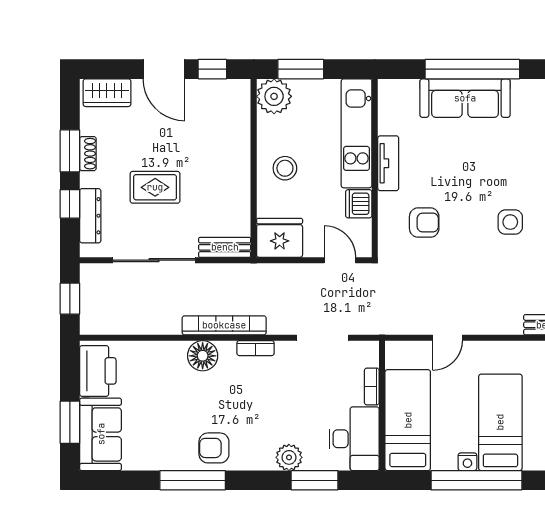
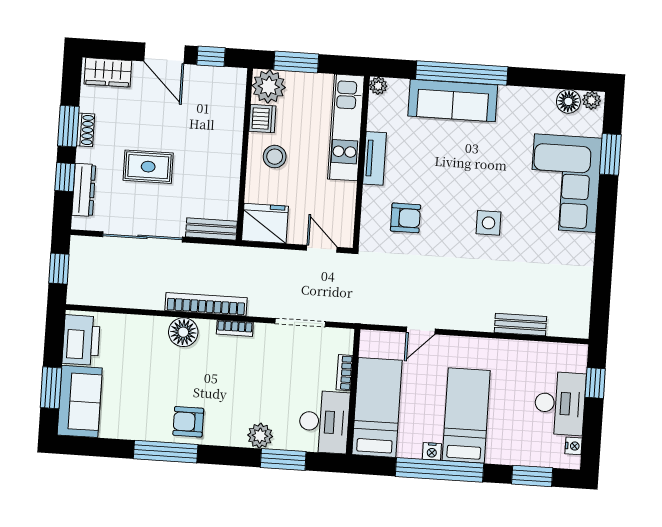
plant: (387, 88) -> (378, 86), added
dishwasher: (359, 204) -> (262, 119), moved, turned 180

